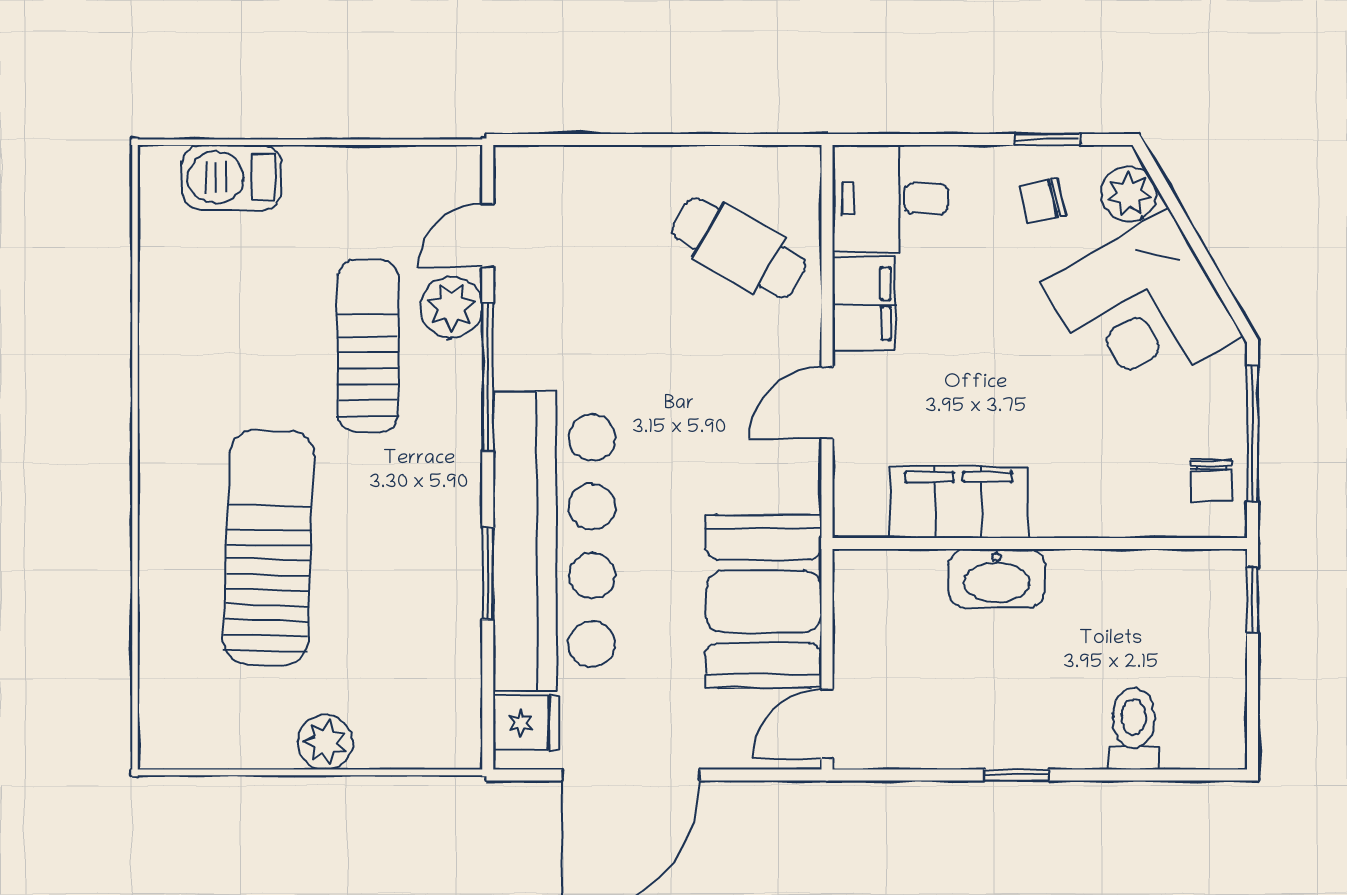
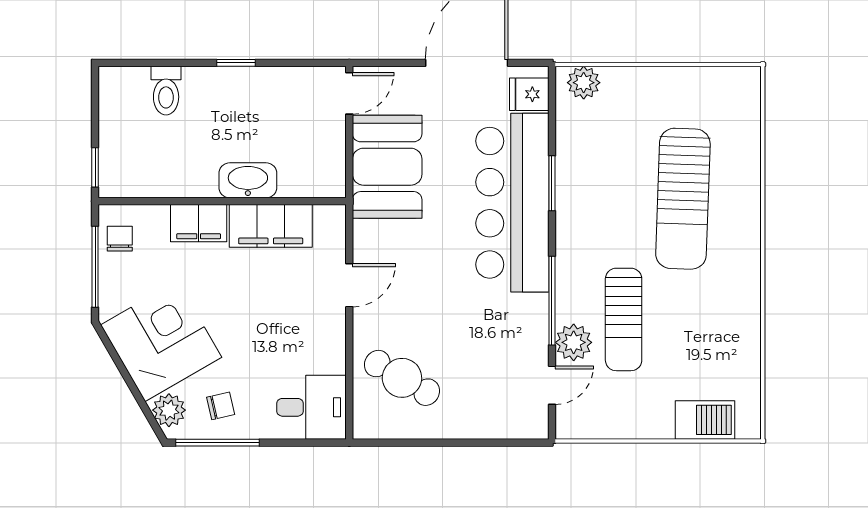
window: (1048, 140) -> (217, 443), width x2.17
filing cabinet: (864, 304) -> (199, 223), moved, turned -90
plant: (325, 742) -> (584, 83), moved

